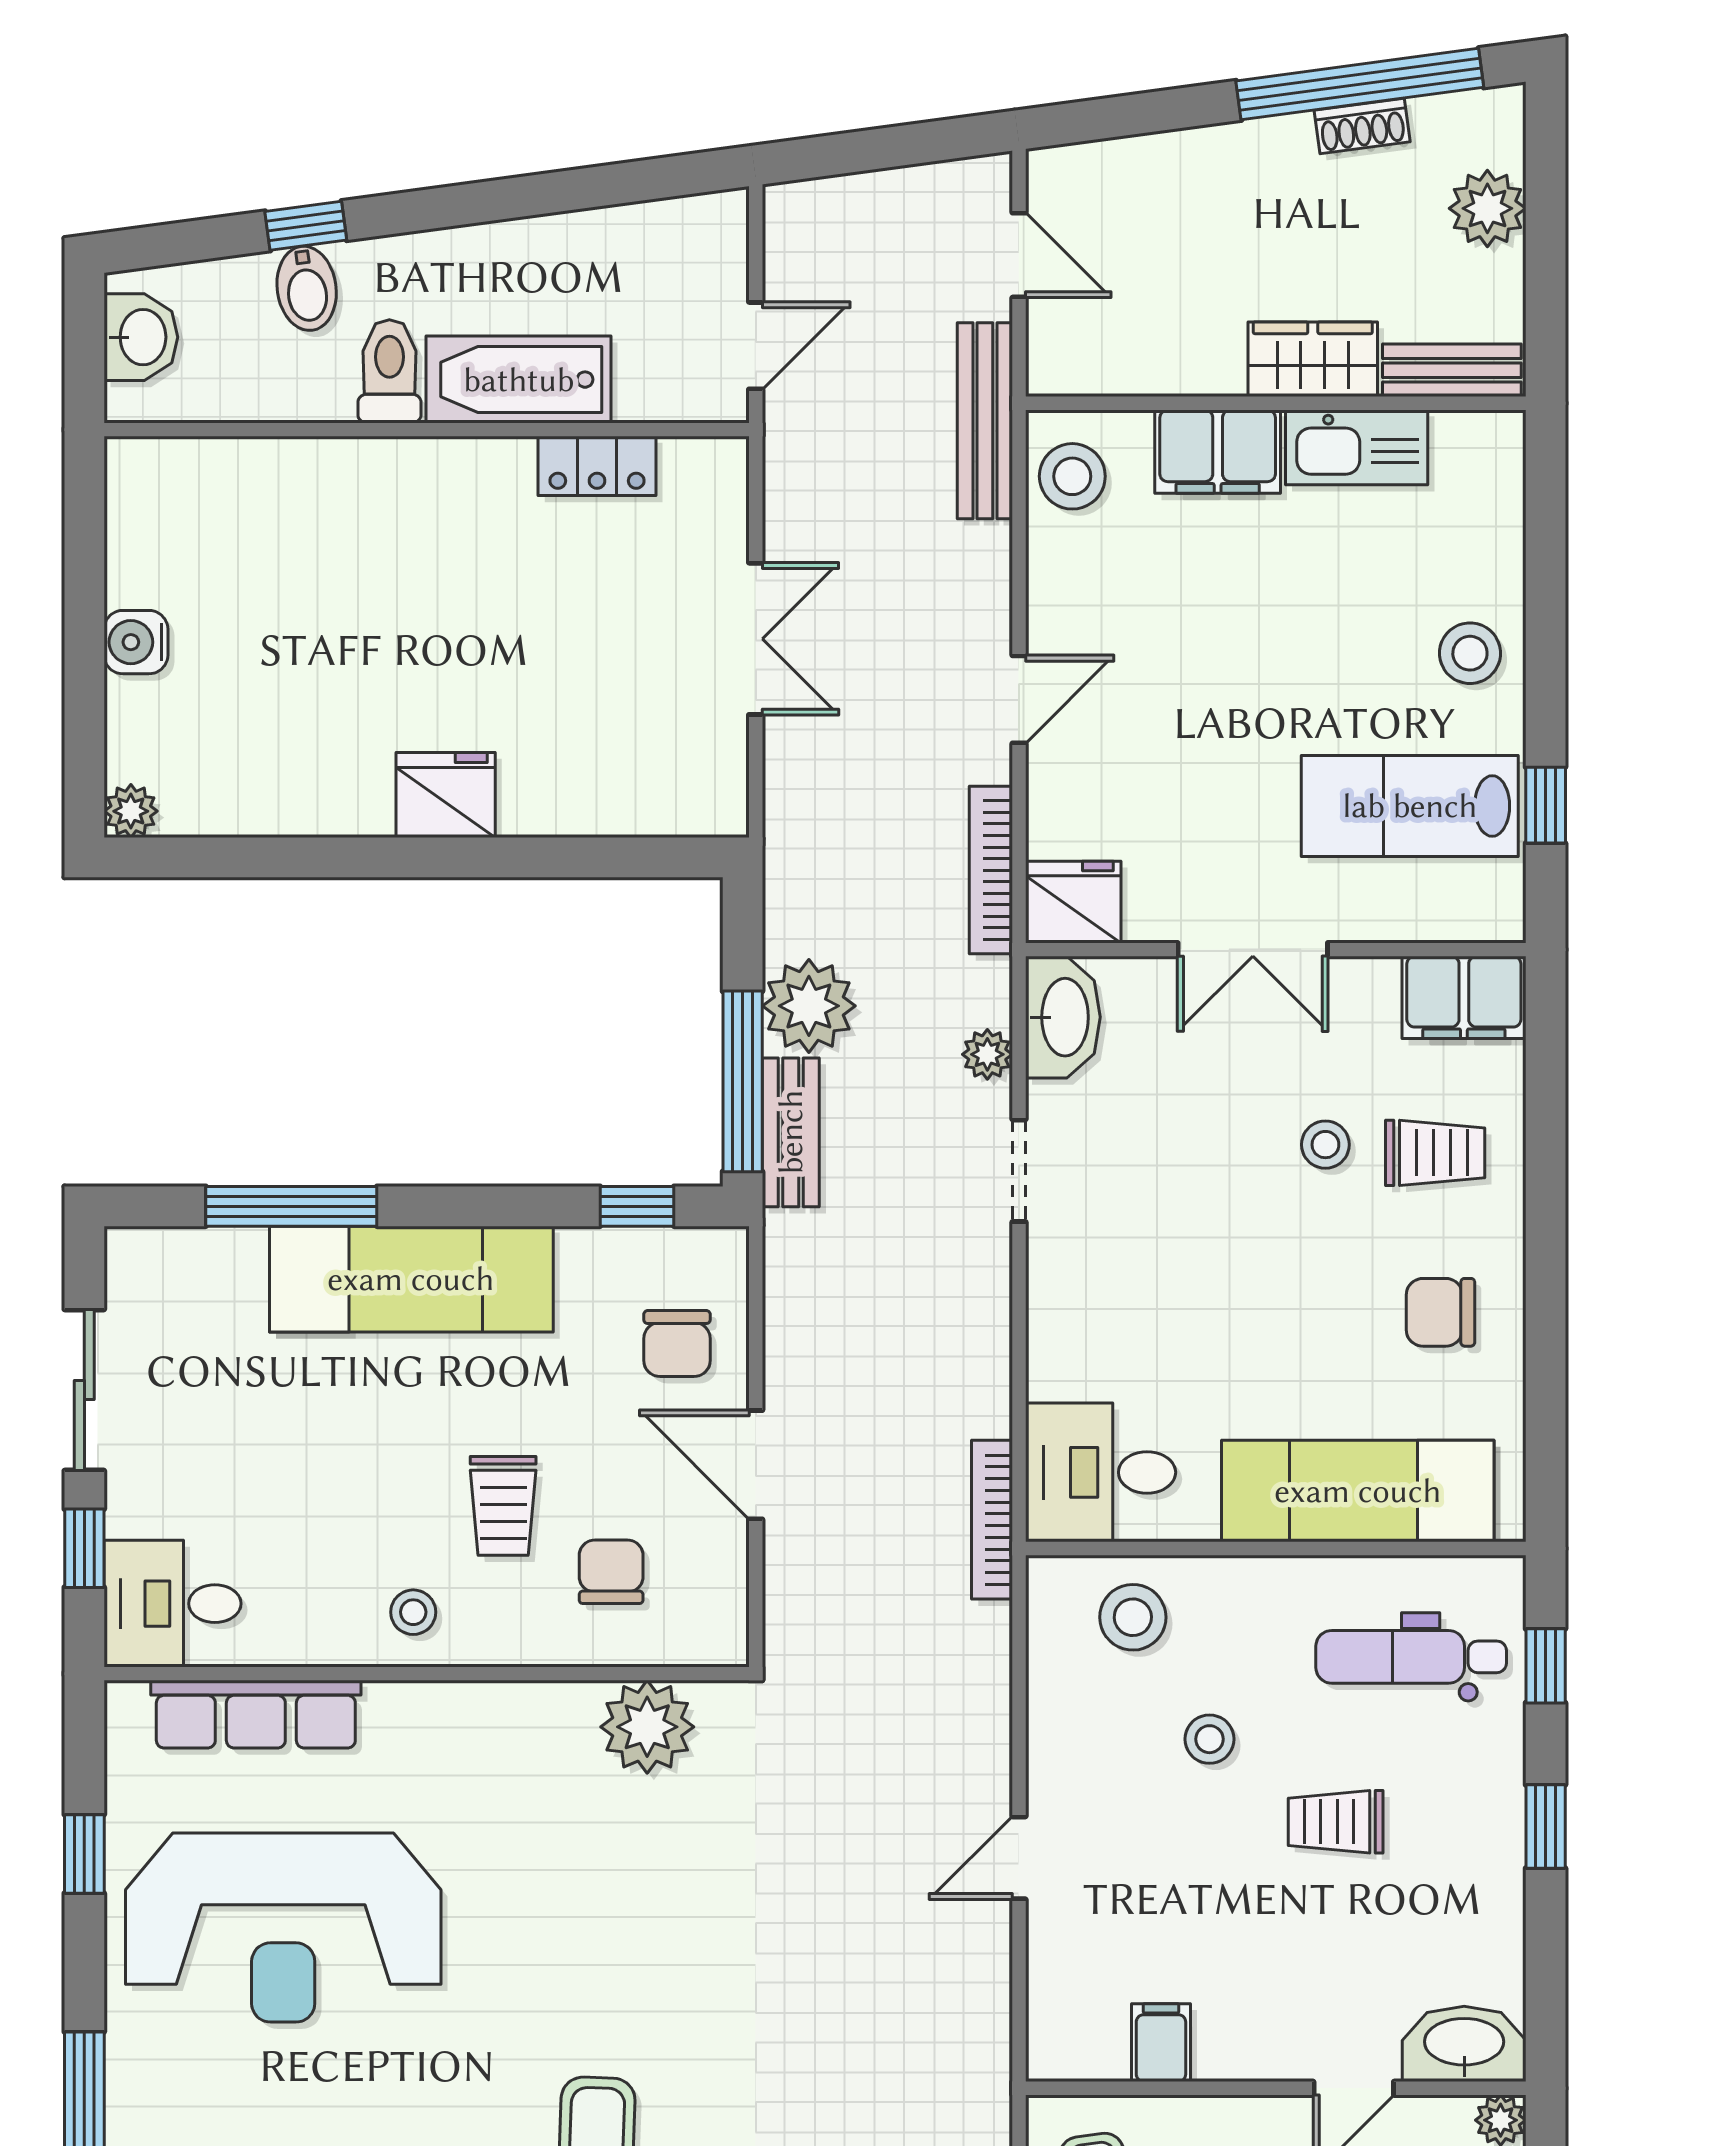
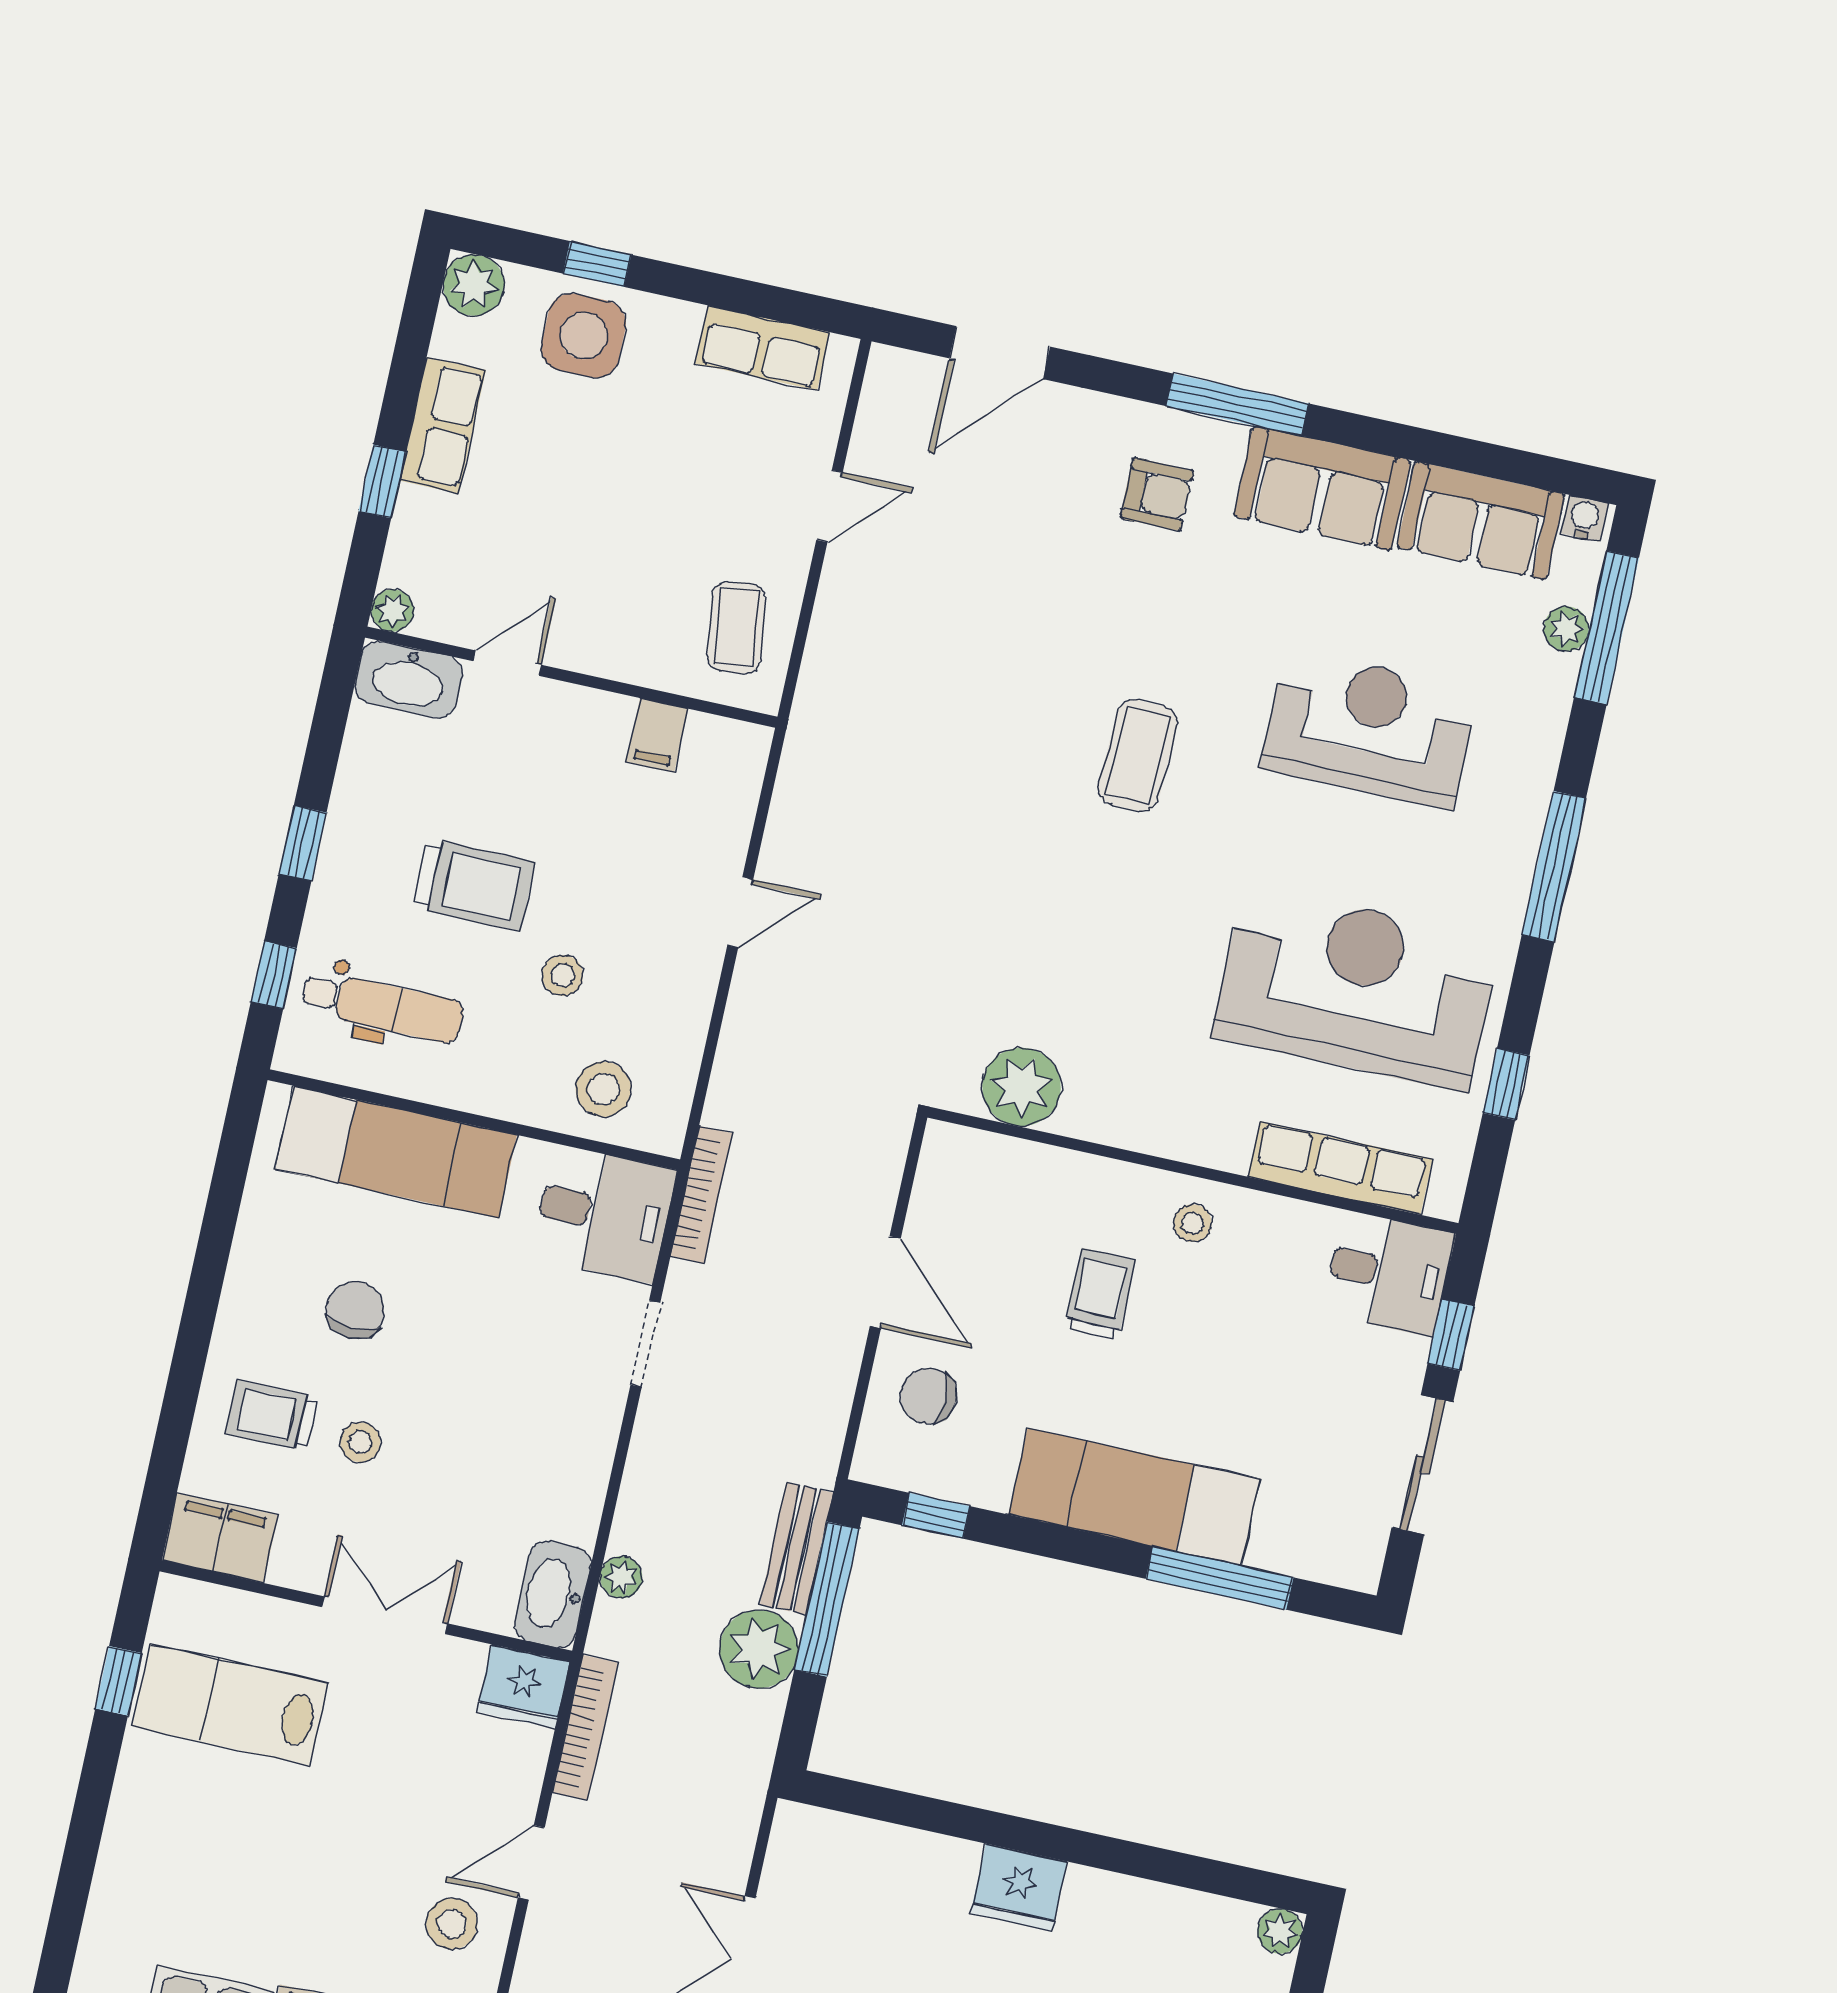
stool: (1470, 653) -> (452, 1924), moved
lab bench: (1410, 806) -> (230, 1705), turned 180
doorway: (1019, 1171) -> (645, 1344), moved
chair: (1440, 1312) -> (355, 1310), moved, turned -90
chair: (677, 1344) -> (928, 1396), turned -90
chair: (611, 1572) -> (1023, 1221), removed
trolley: (1336, 1822) -> (474, 885), width x1.36, depth x1.39

